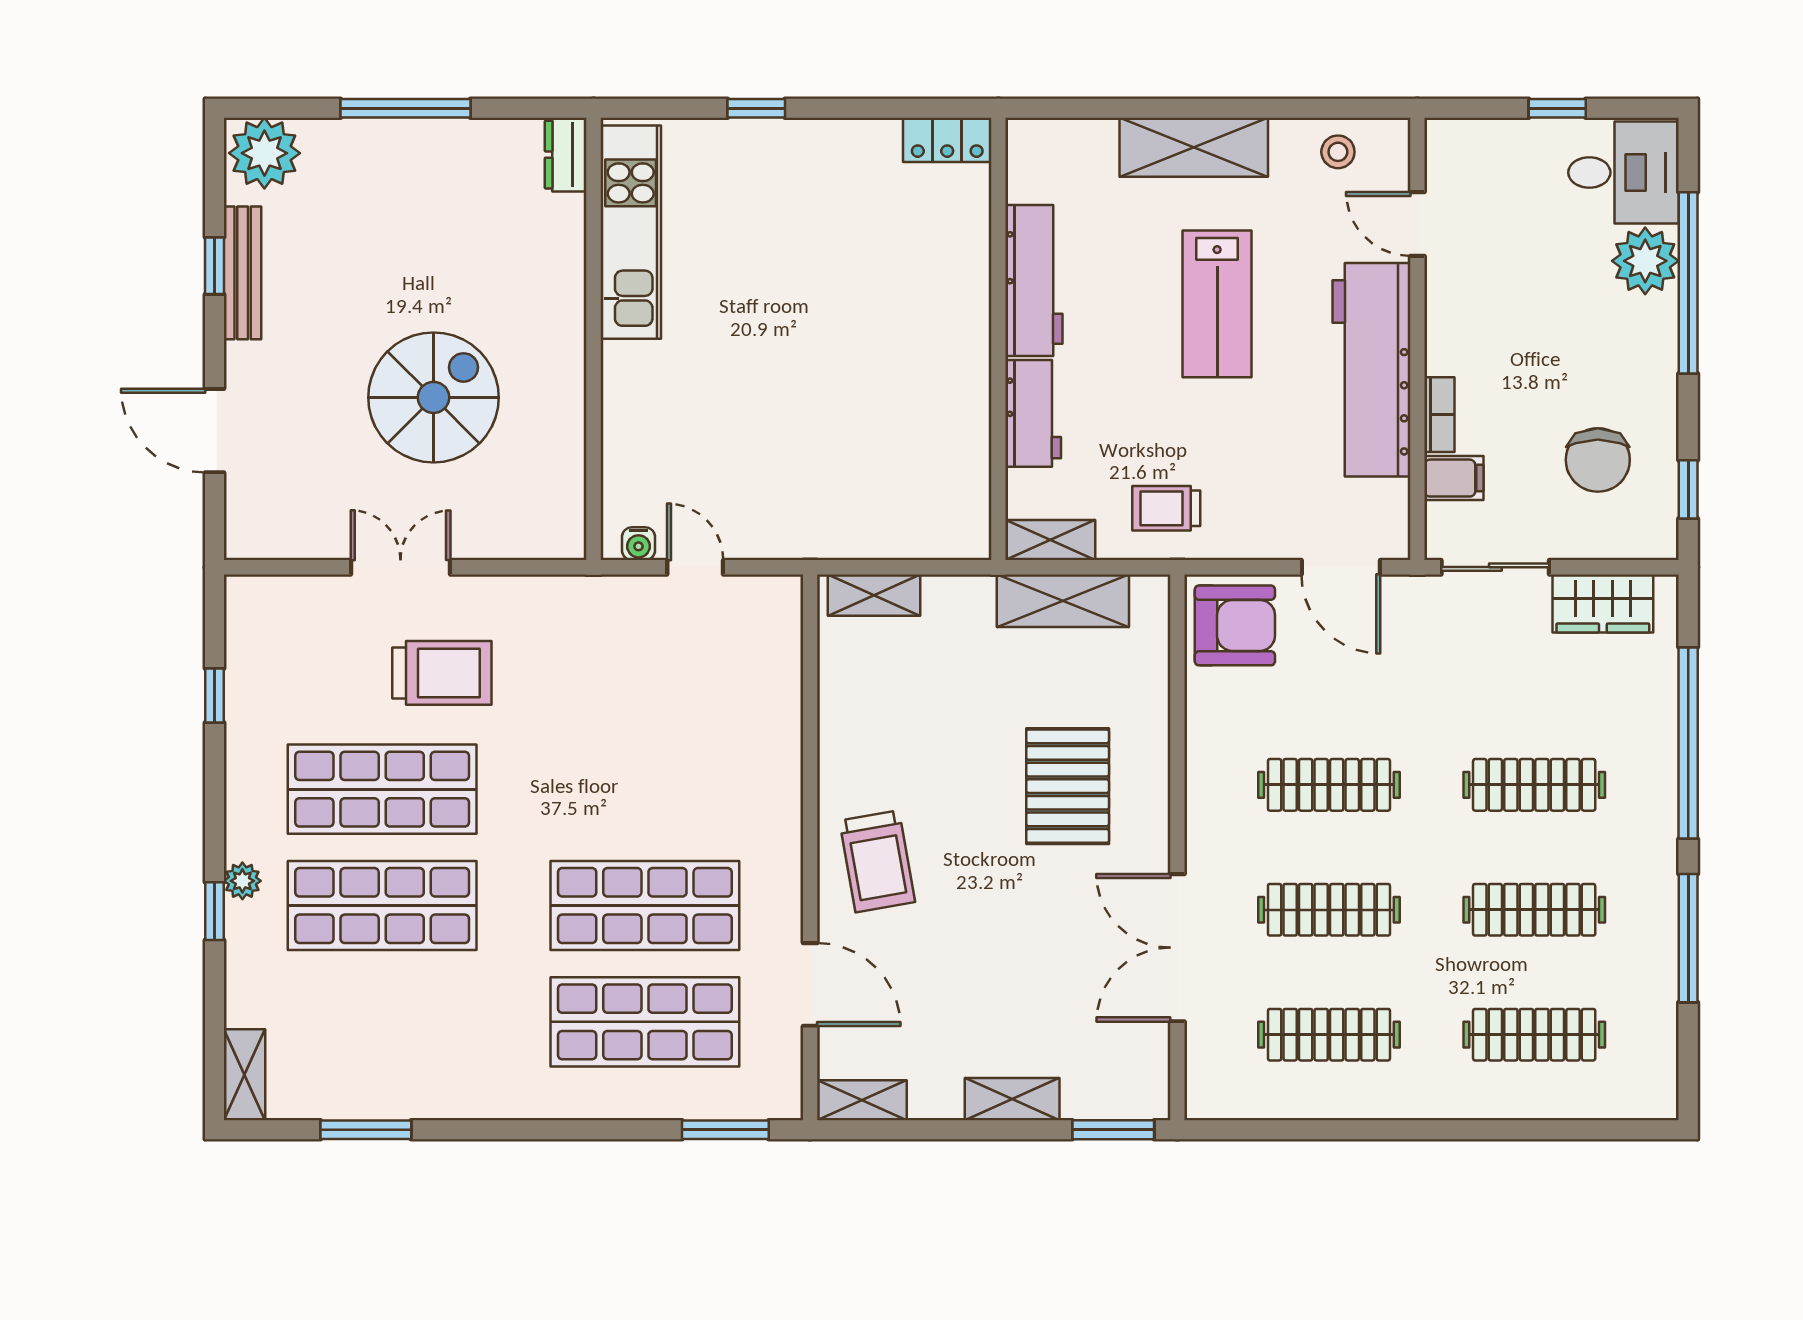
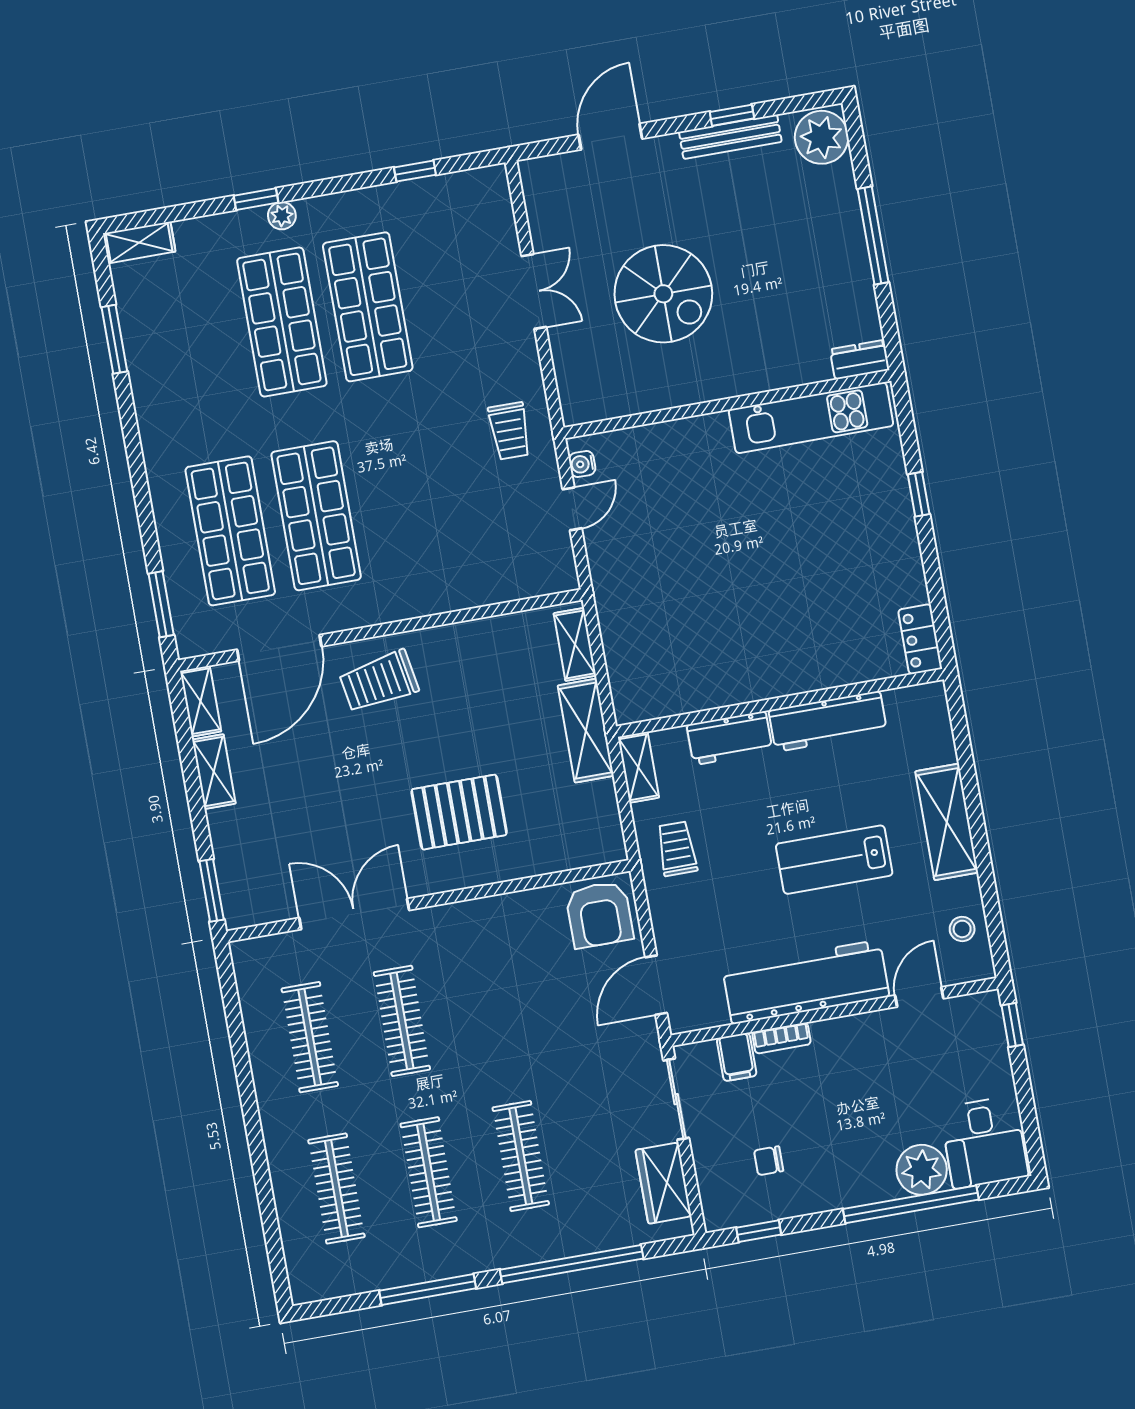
window: (1557, 108) -> (1012, 1025), moved
chair: (1598, 460) -> (769, 1161), width x0.54, depth x0.54
shelving: (1063, 601) -> (586, 731), moved
trolley: (442, 673) -> (510, 431), moved, width x0.73, depth x0.72
clothes rail: (1329, 785) -> (494, 1005), removed
door: (810, 985) -> (279, 648), width x1.36
shelving: (1012, 1099) -> (214, 772), moved

